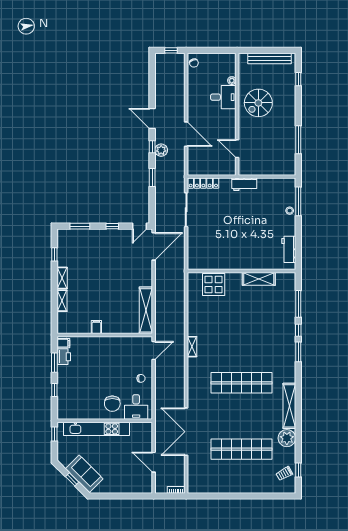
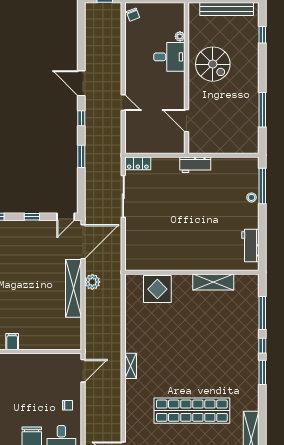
spiral stairs: (258, 103) -> (213, 64), turned -90
door: (186, 134) -> (123, 103), width x0.53
plant: (161, 150) -> (92, 282), moved
locker: (203, 183) -> (138, 163), width x0.66
shelving: (146, 310) -> (73, 288), moved

